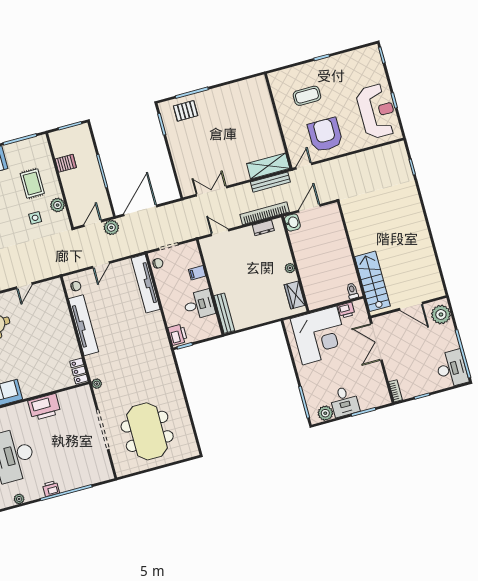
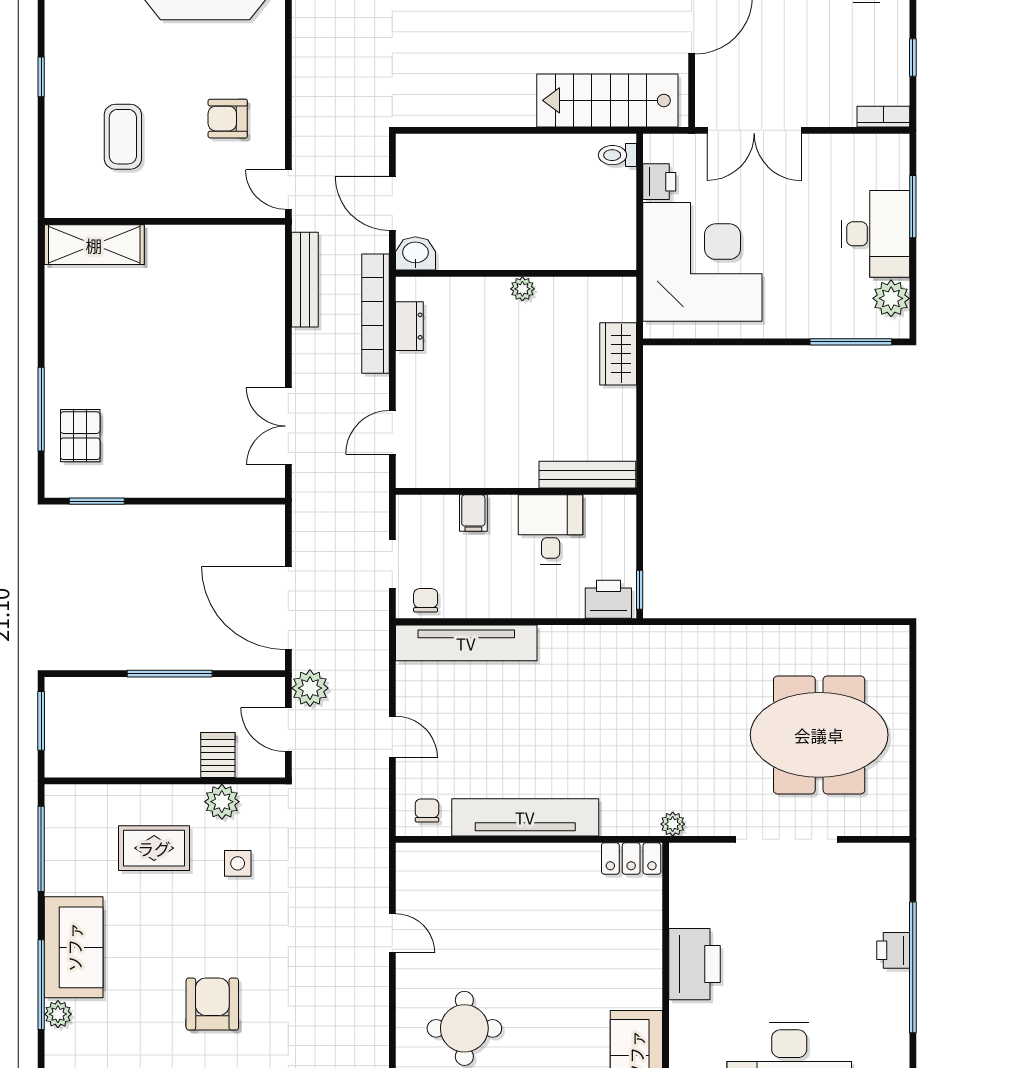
armchair: (325, 135) -> (228, 119), width x0.53, depth x0.53
server rack: (66, 163) -> (218, 755), moved
shelving: (268, 166) -> (94, 245), moved, turned 90
wardrobe: (295, 295) -> (618, 354), moved, turned 90
desk: (344, 401) -> (875, 234), width x1.37
printer: (51, 489) -> (893, 950), moved

